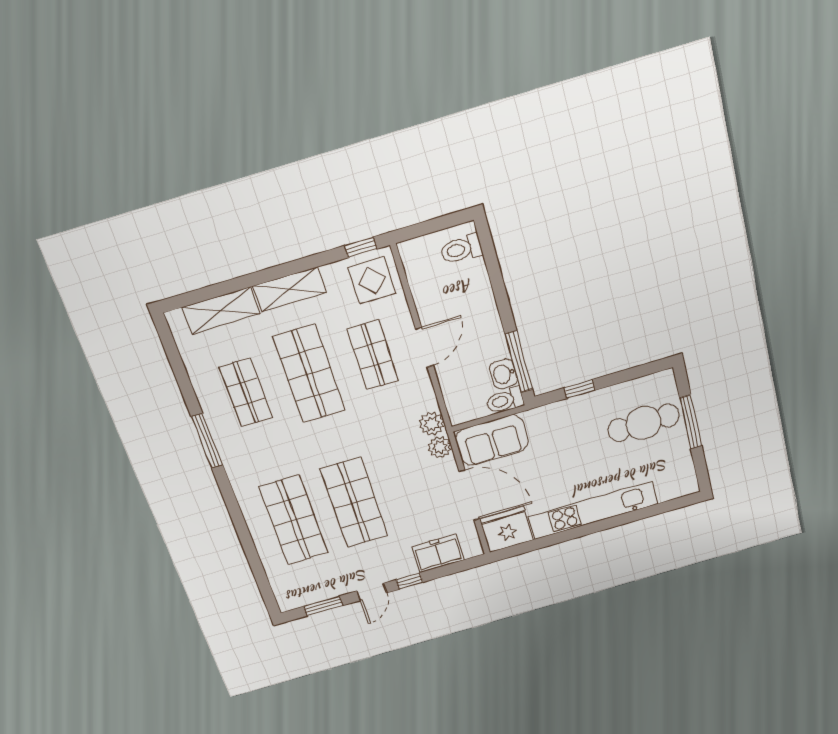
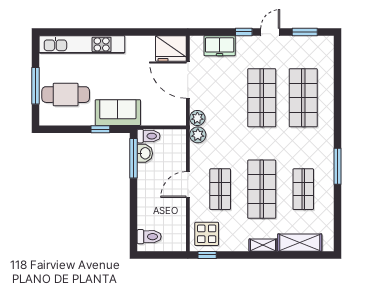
shelving: (290, 289) -> (263, 245), width x0.67, depth x0.75
sofa: (492, 440) -> (118, 113), moved
kitchen unit: (593, 510) -> (82, 44), moved

